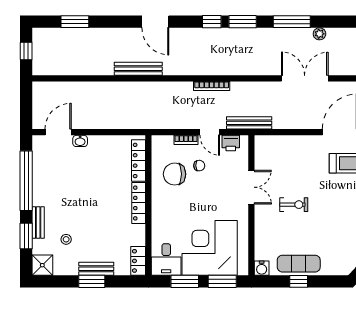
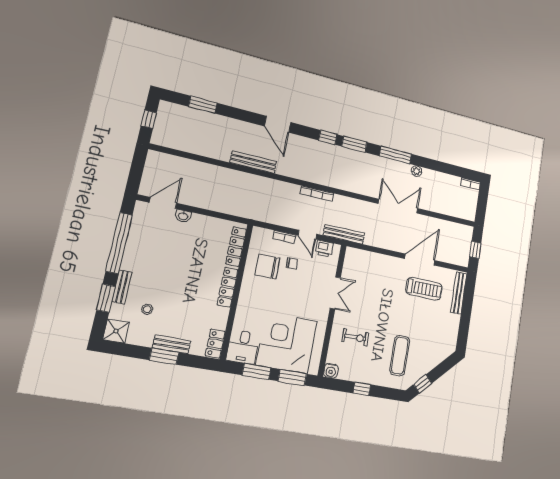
exercise bike: (294, 205) -> (355, 337), moved
exercise mat: (299, 264) -> (400, 356), moved, turned 90

